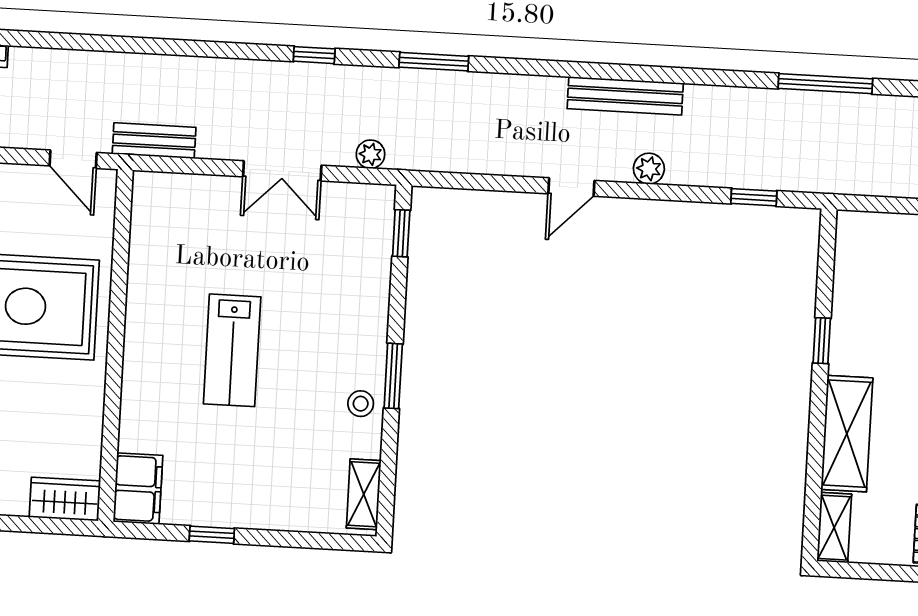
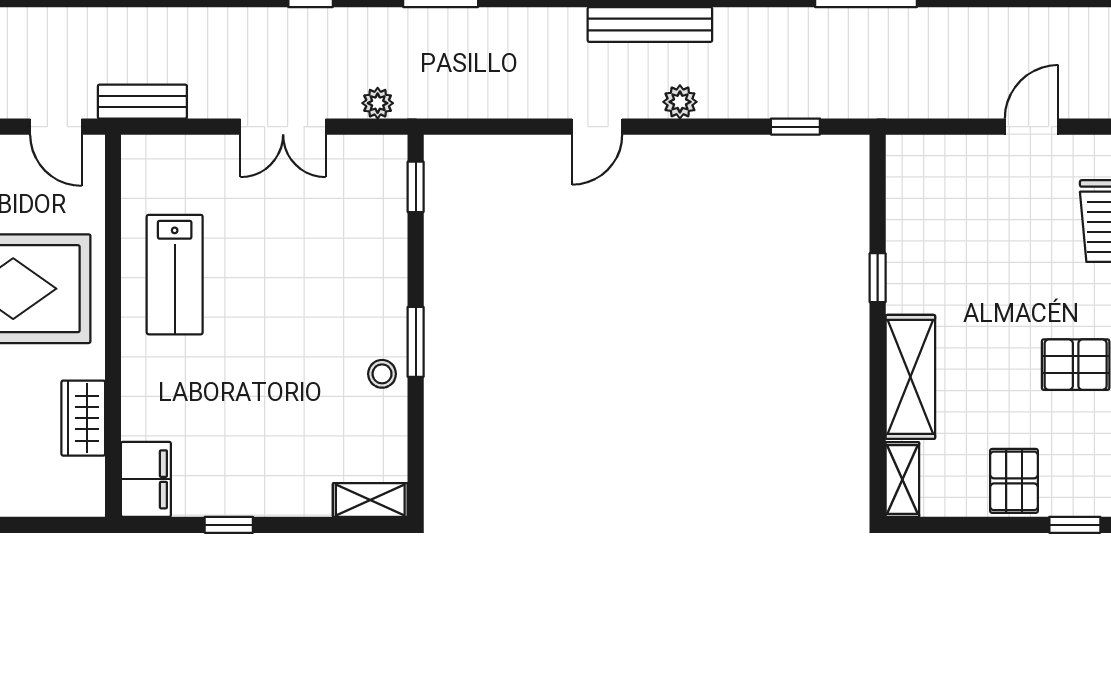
lab bench: (232, 350) -> (175, 275), moved
shelving: (364, 494) -> (370, 500), moved, turned 90
wardrobe: (65, 499) -> (83, 418), moved, turned -90

